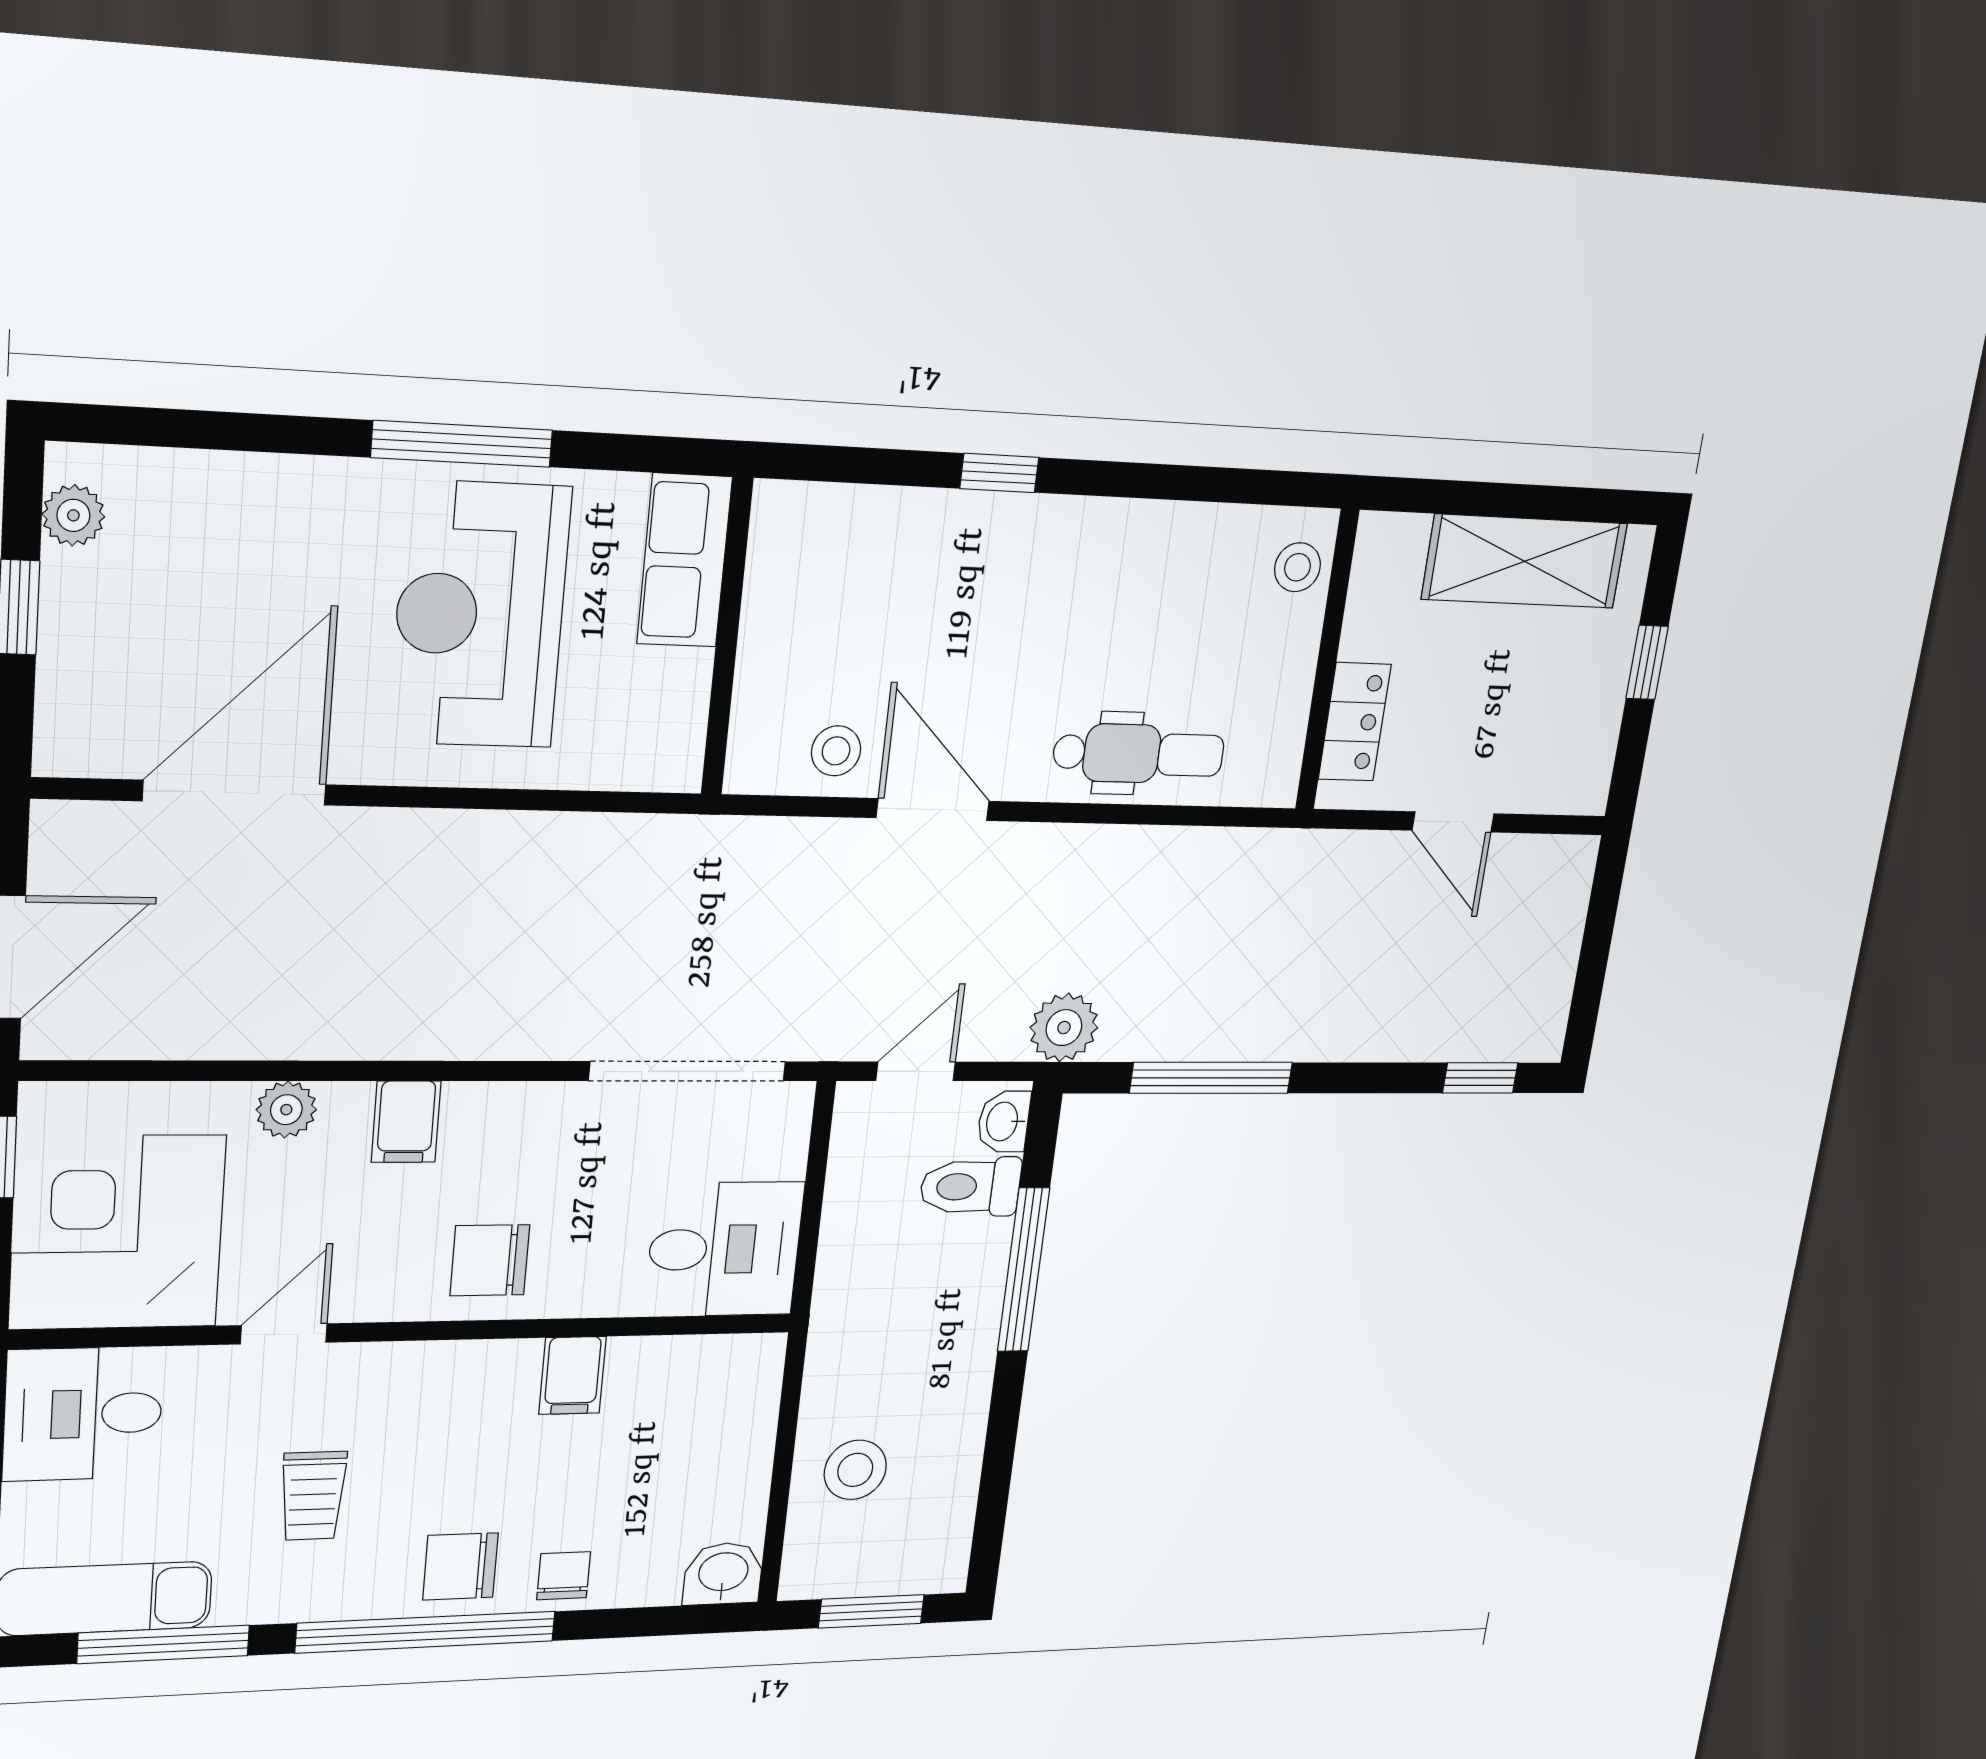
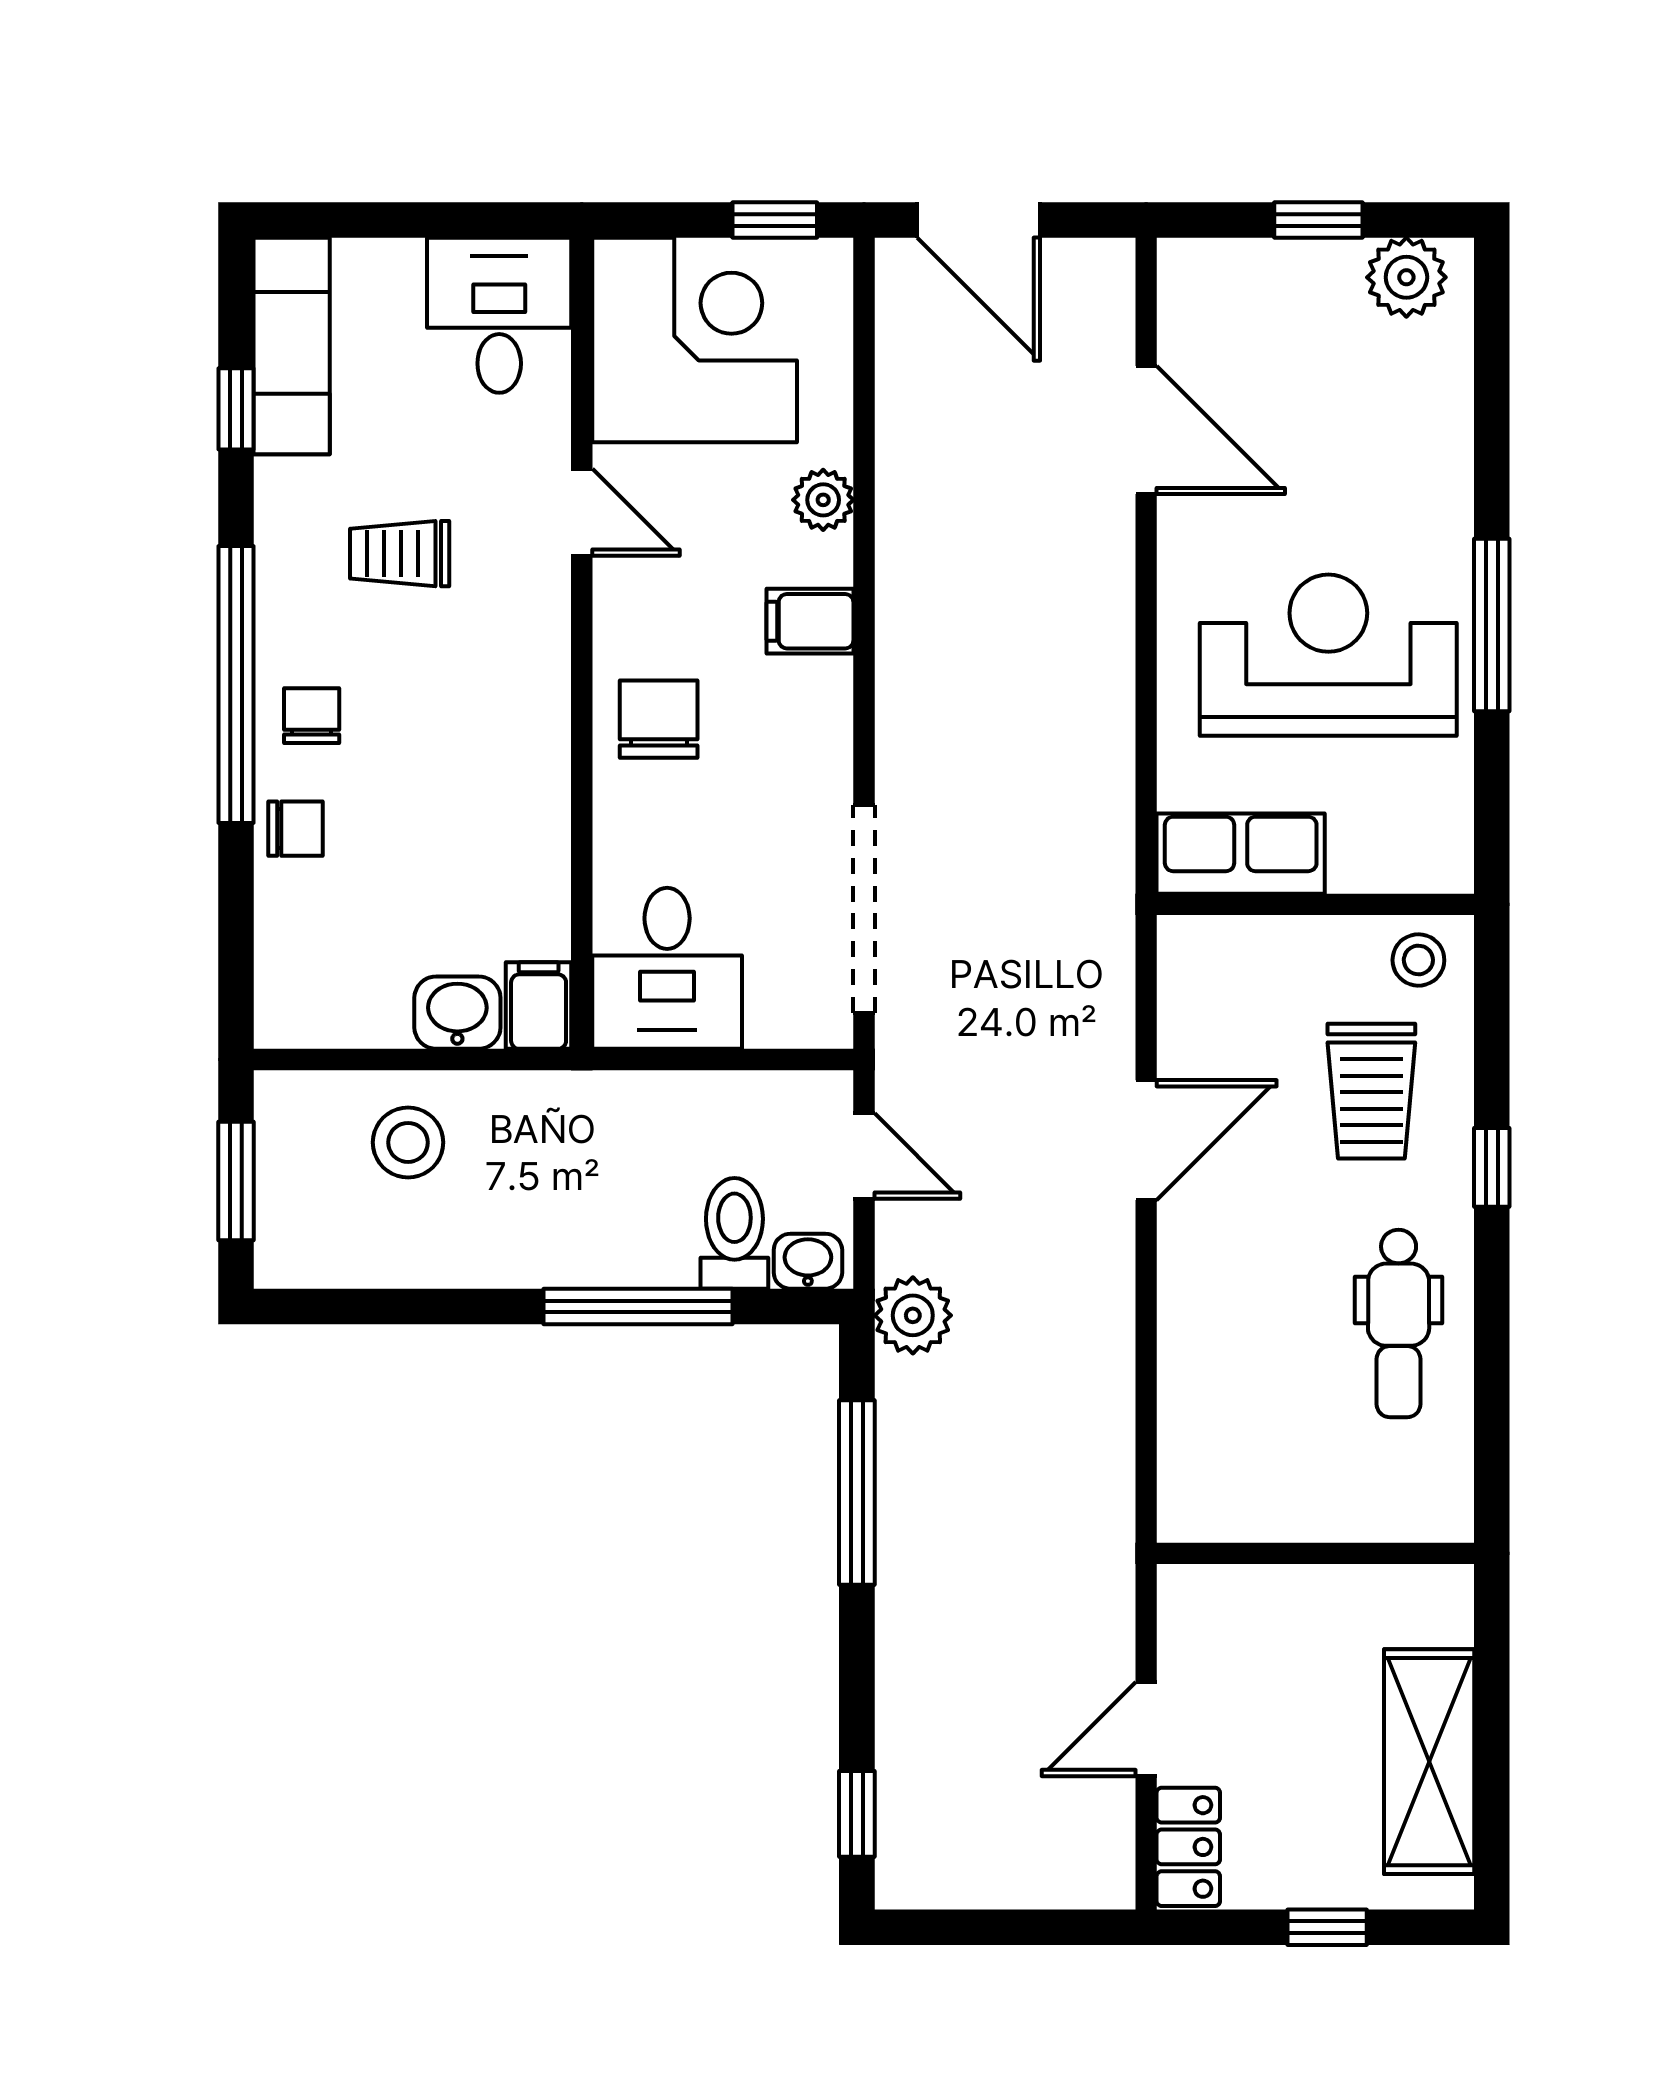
plant: (73, 515) -> (1406, 277), width x1.38, depth x1.38
row of seats: (685, 560) -> (1241, 854), moved
stool: (1297, 567) -> (1412, 1504), removed
trolley: (913, 589) -> (1371, 1091), added
locker: (1355, 722) -> (1188, 1847), moved, turned -90
stool: (836, 751) -> (1418, 960), moved
dental chair: (1139, 754) -> (1399, 1323), moved
door: (235, 793) -> (1146, 430), width x0.73
filing cabinet: (572, 1375) -> (539, 1005), moved, turned 90
chair: (460, 1566) -> (312, 716), width x0.73, depth x0.73
washbasin: (723, 1574) -> (457, 1013), moved, turned -90
window: (164, 1644) -> (236, 409), width x0.46

